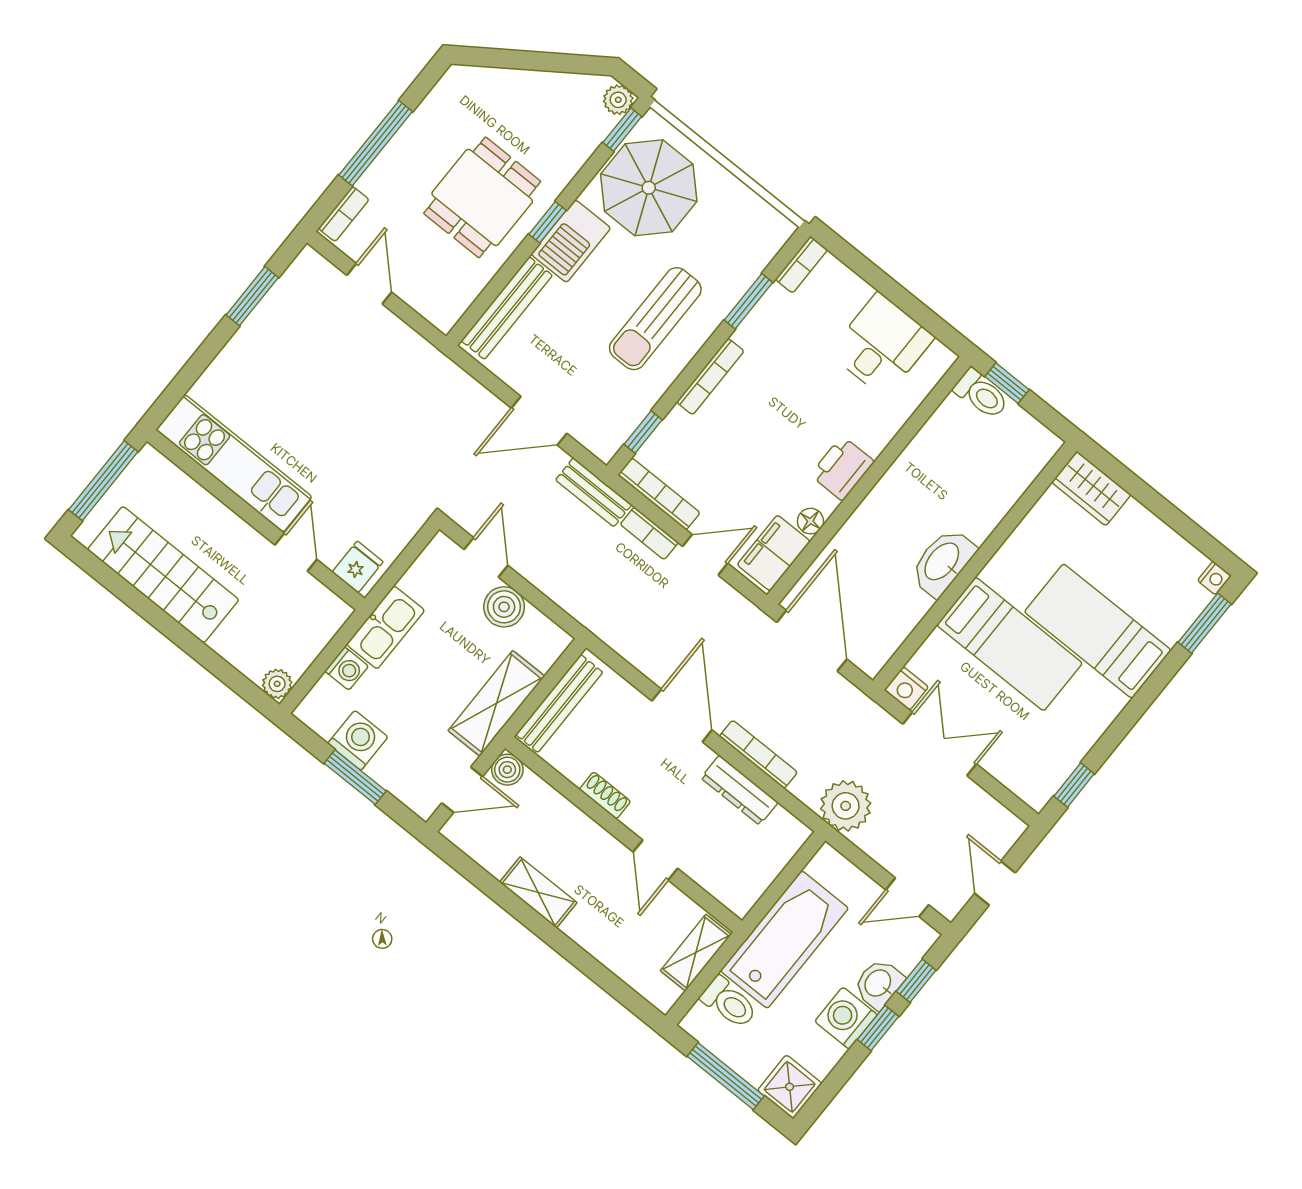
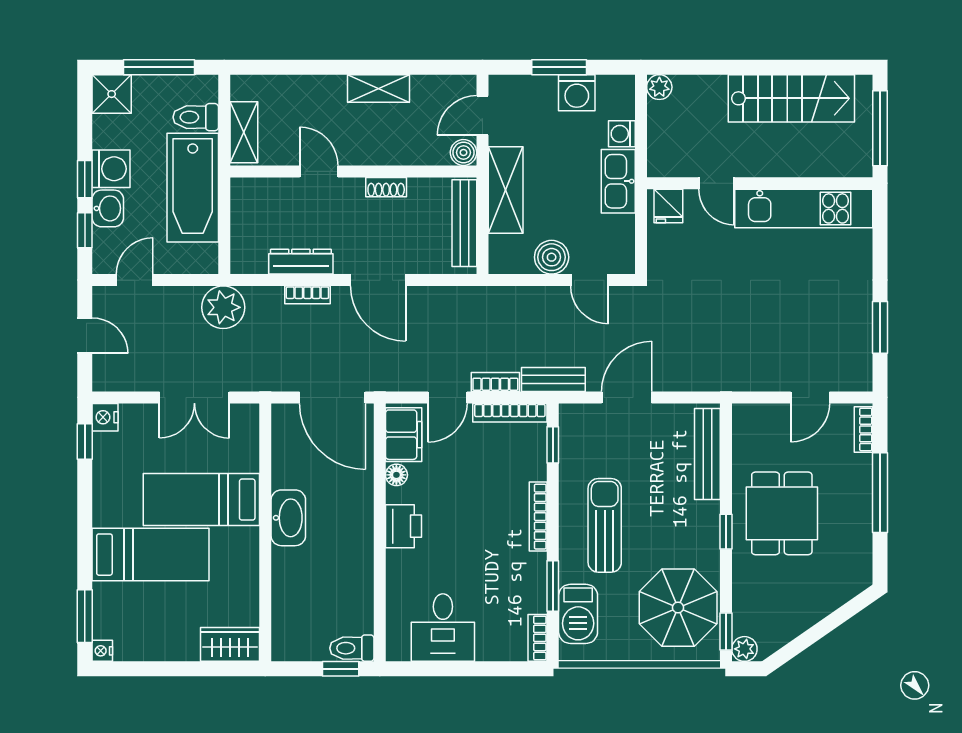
barbecue: (571, 241) -> (578, 614), moved, turned 180
door: (369, 284) -> (810, 397), hinge flipped
nightstand: (906, 688) -> (105, 417), moved, turned -90
bookcase: (758, 754) -> (307, 295), width x0.64

